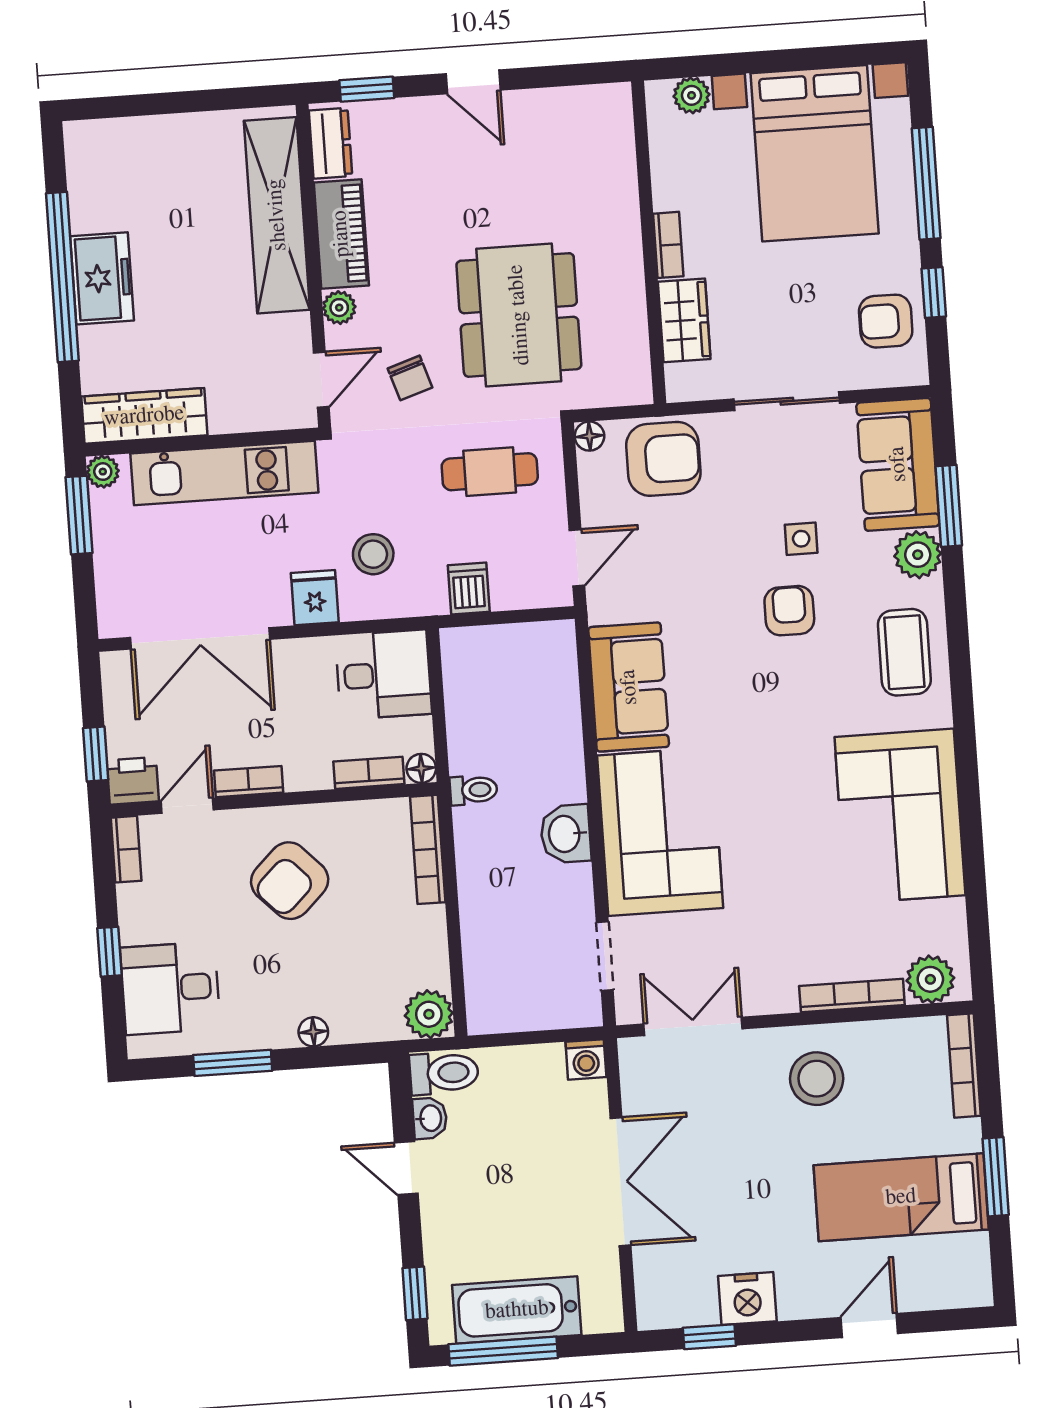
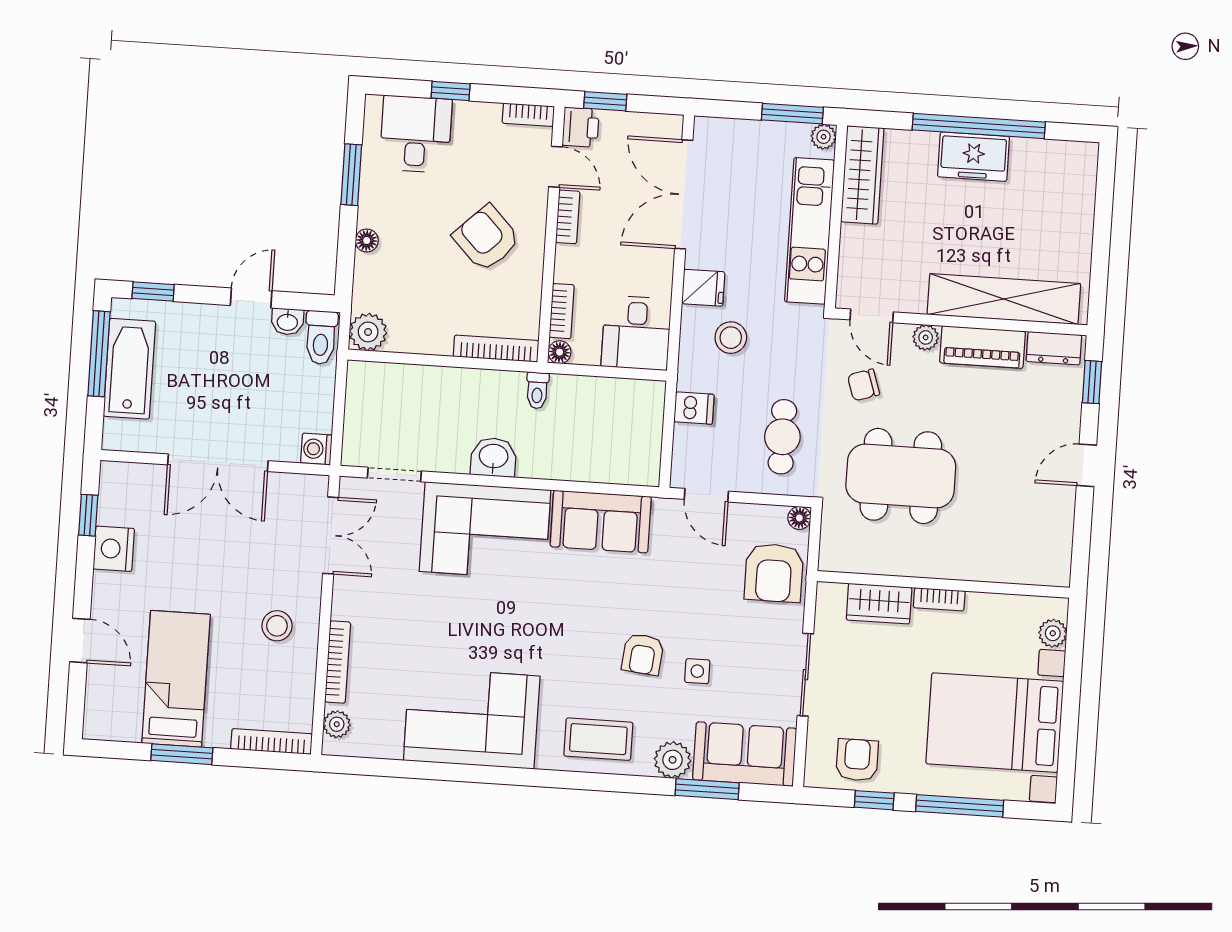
armchair: (789, 611) -> (643, 654), turned 96
plant: (930, 979) -> (337, 724), width x0.73, depth x0.73
stool: (817, 1079) -> (277, 626), width x0.73, depth x0.73

